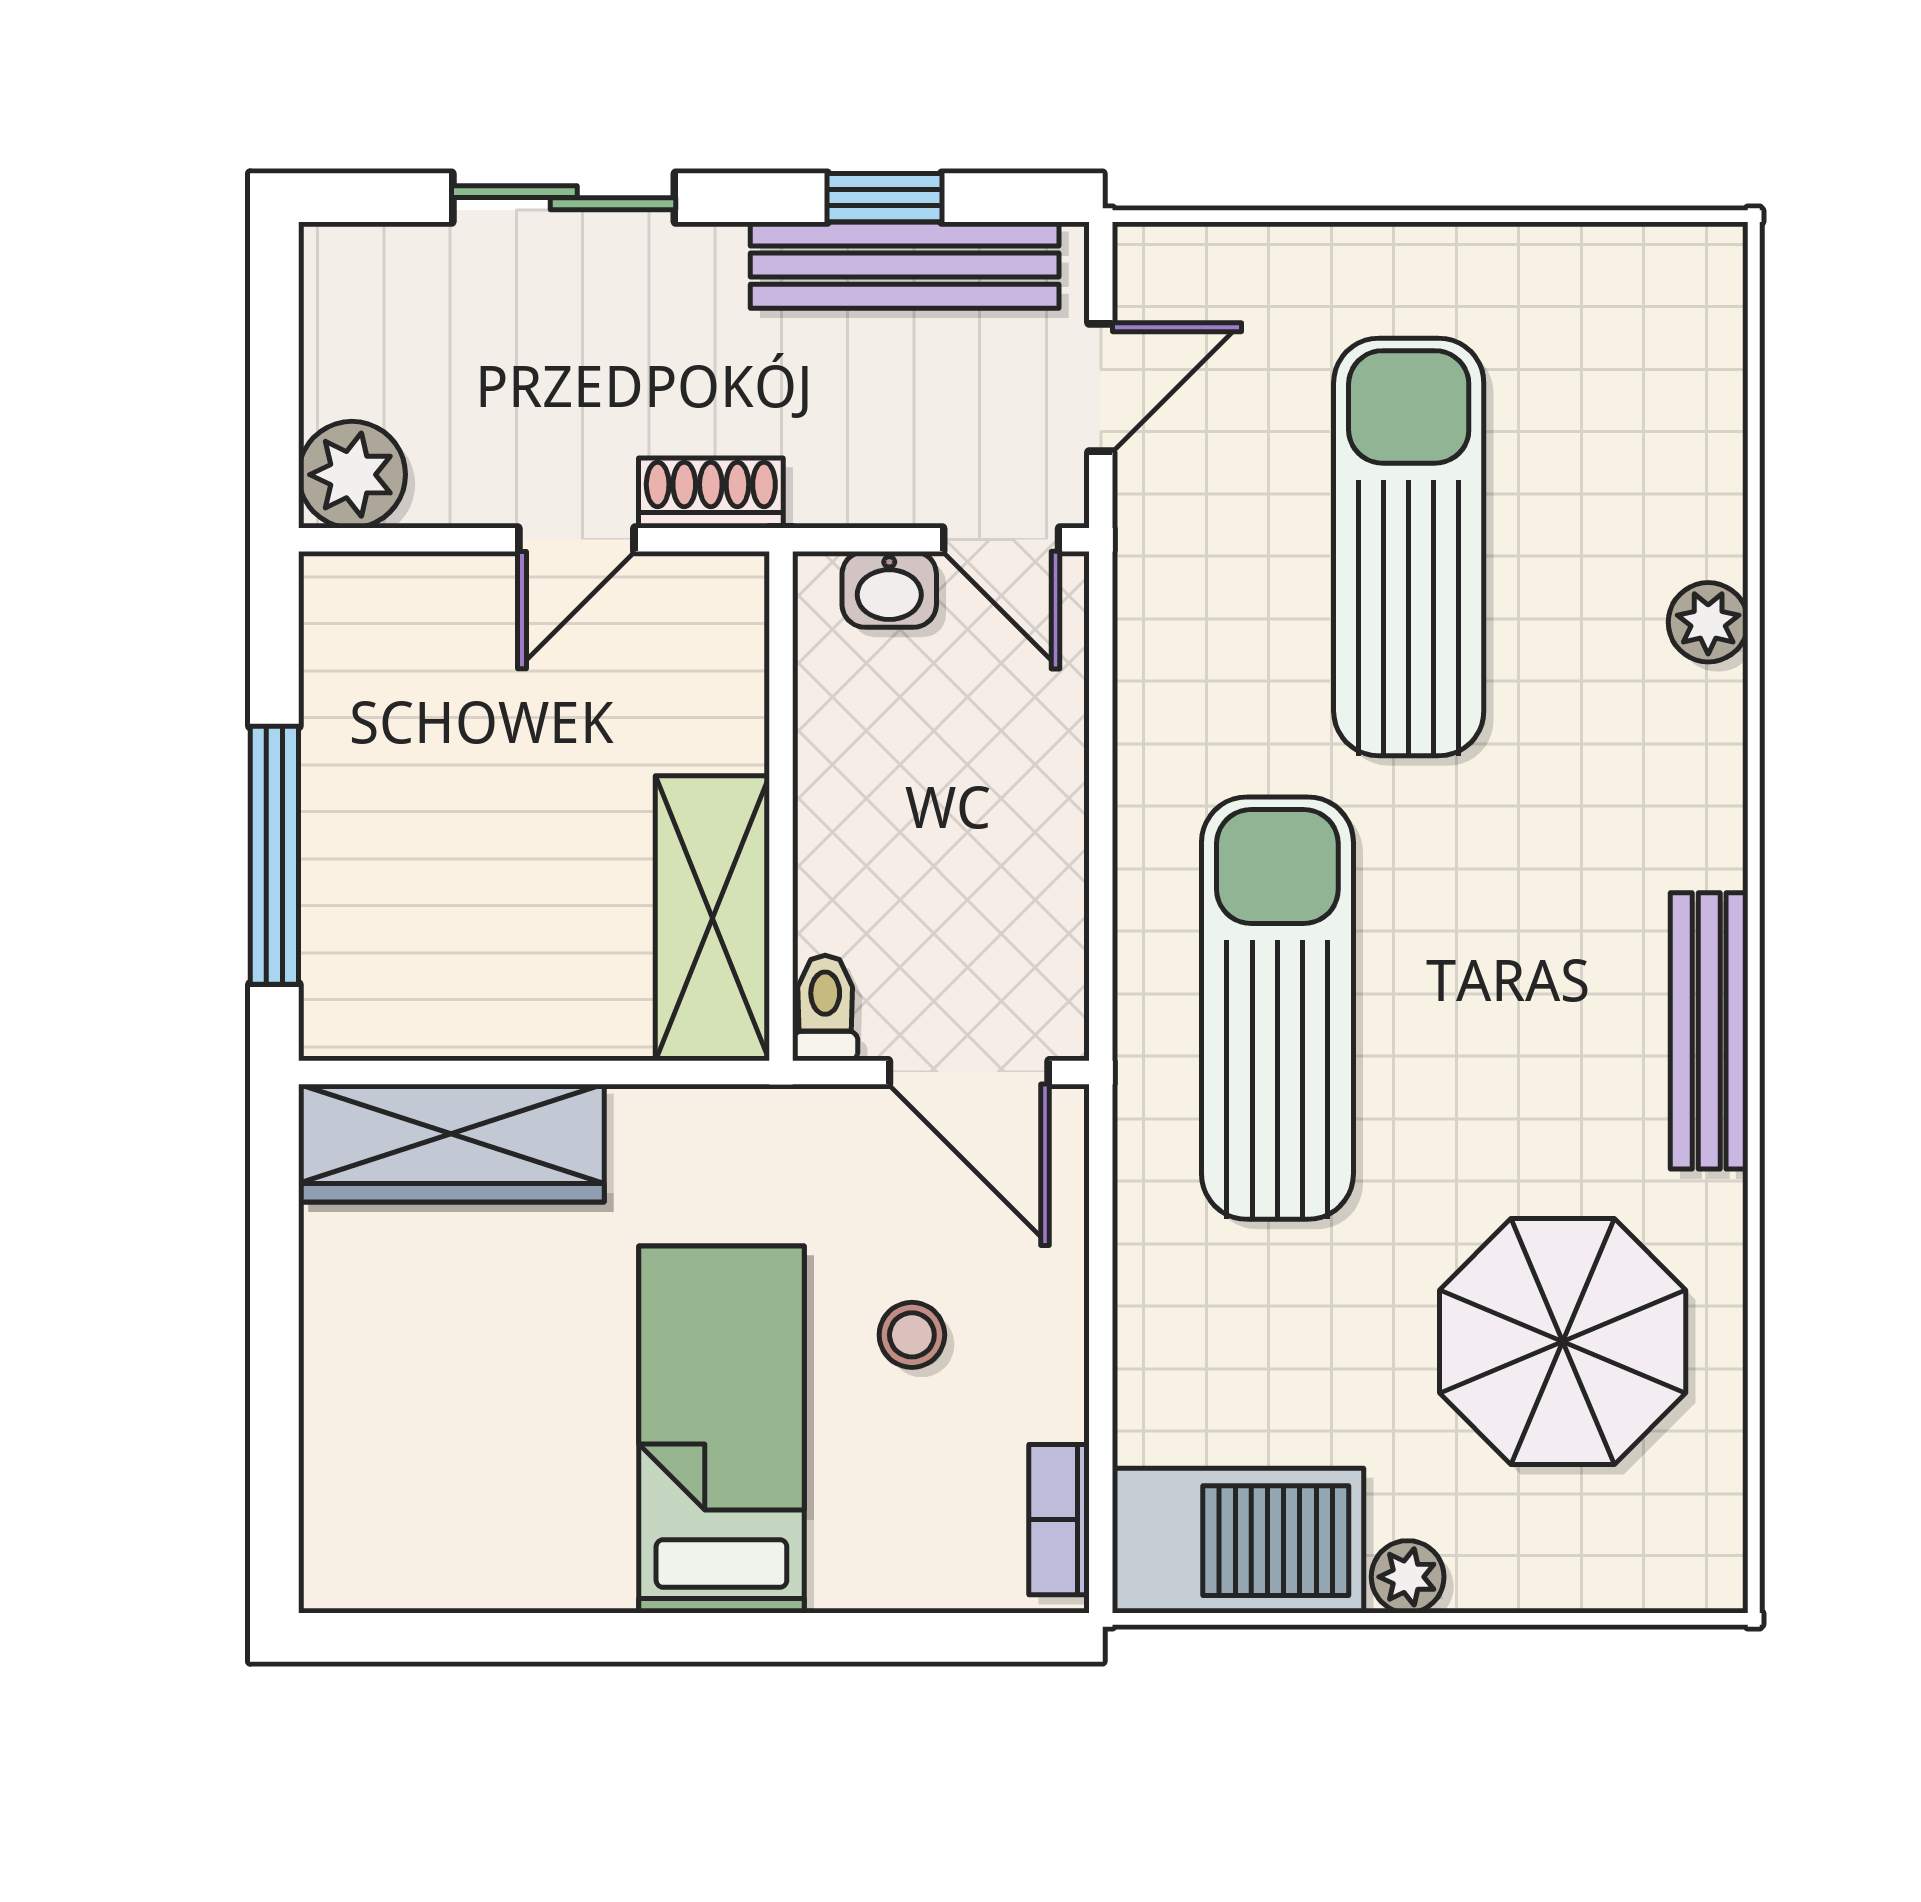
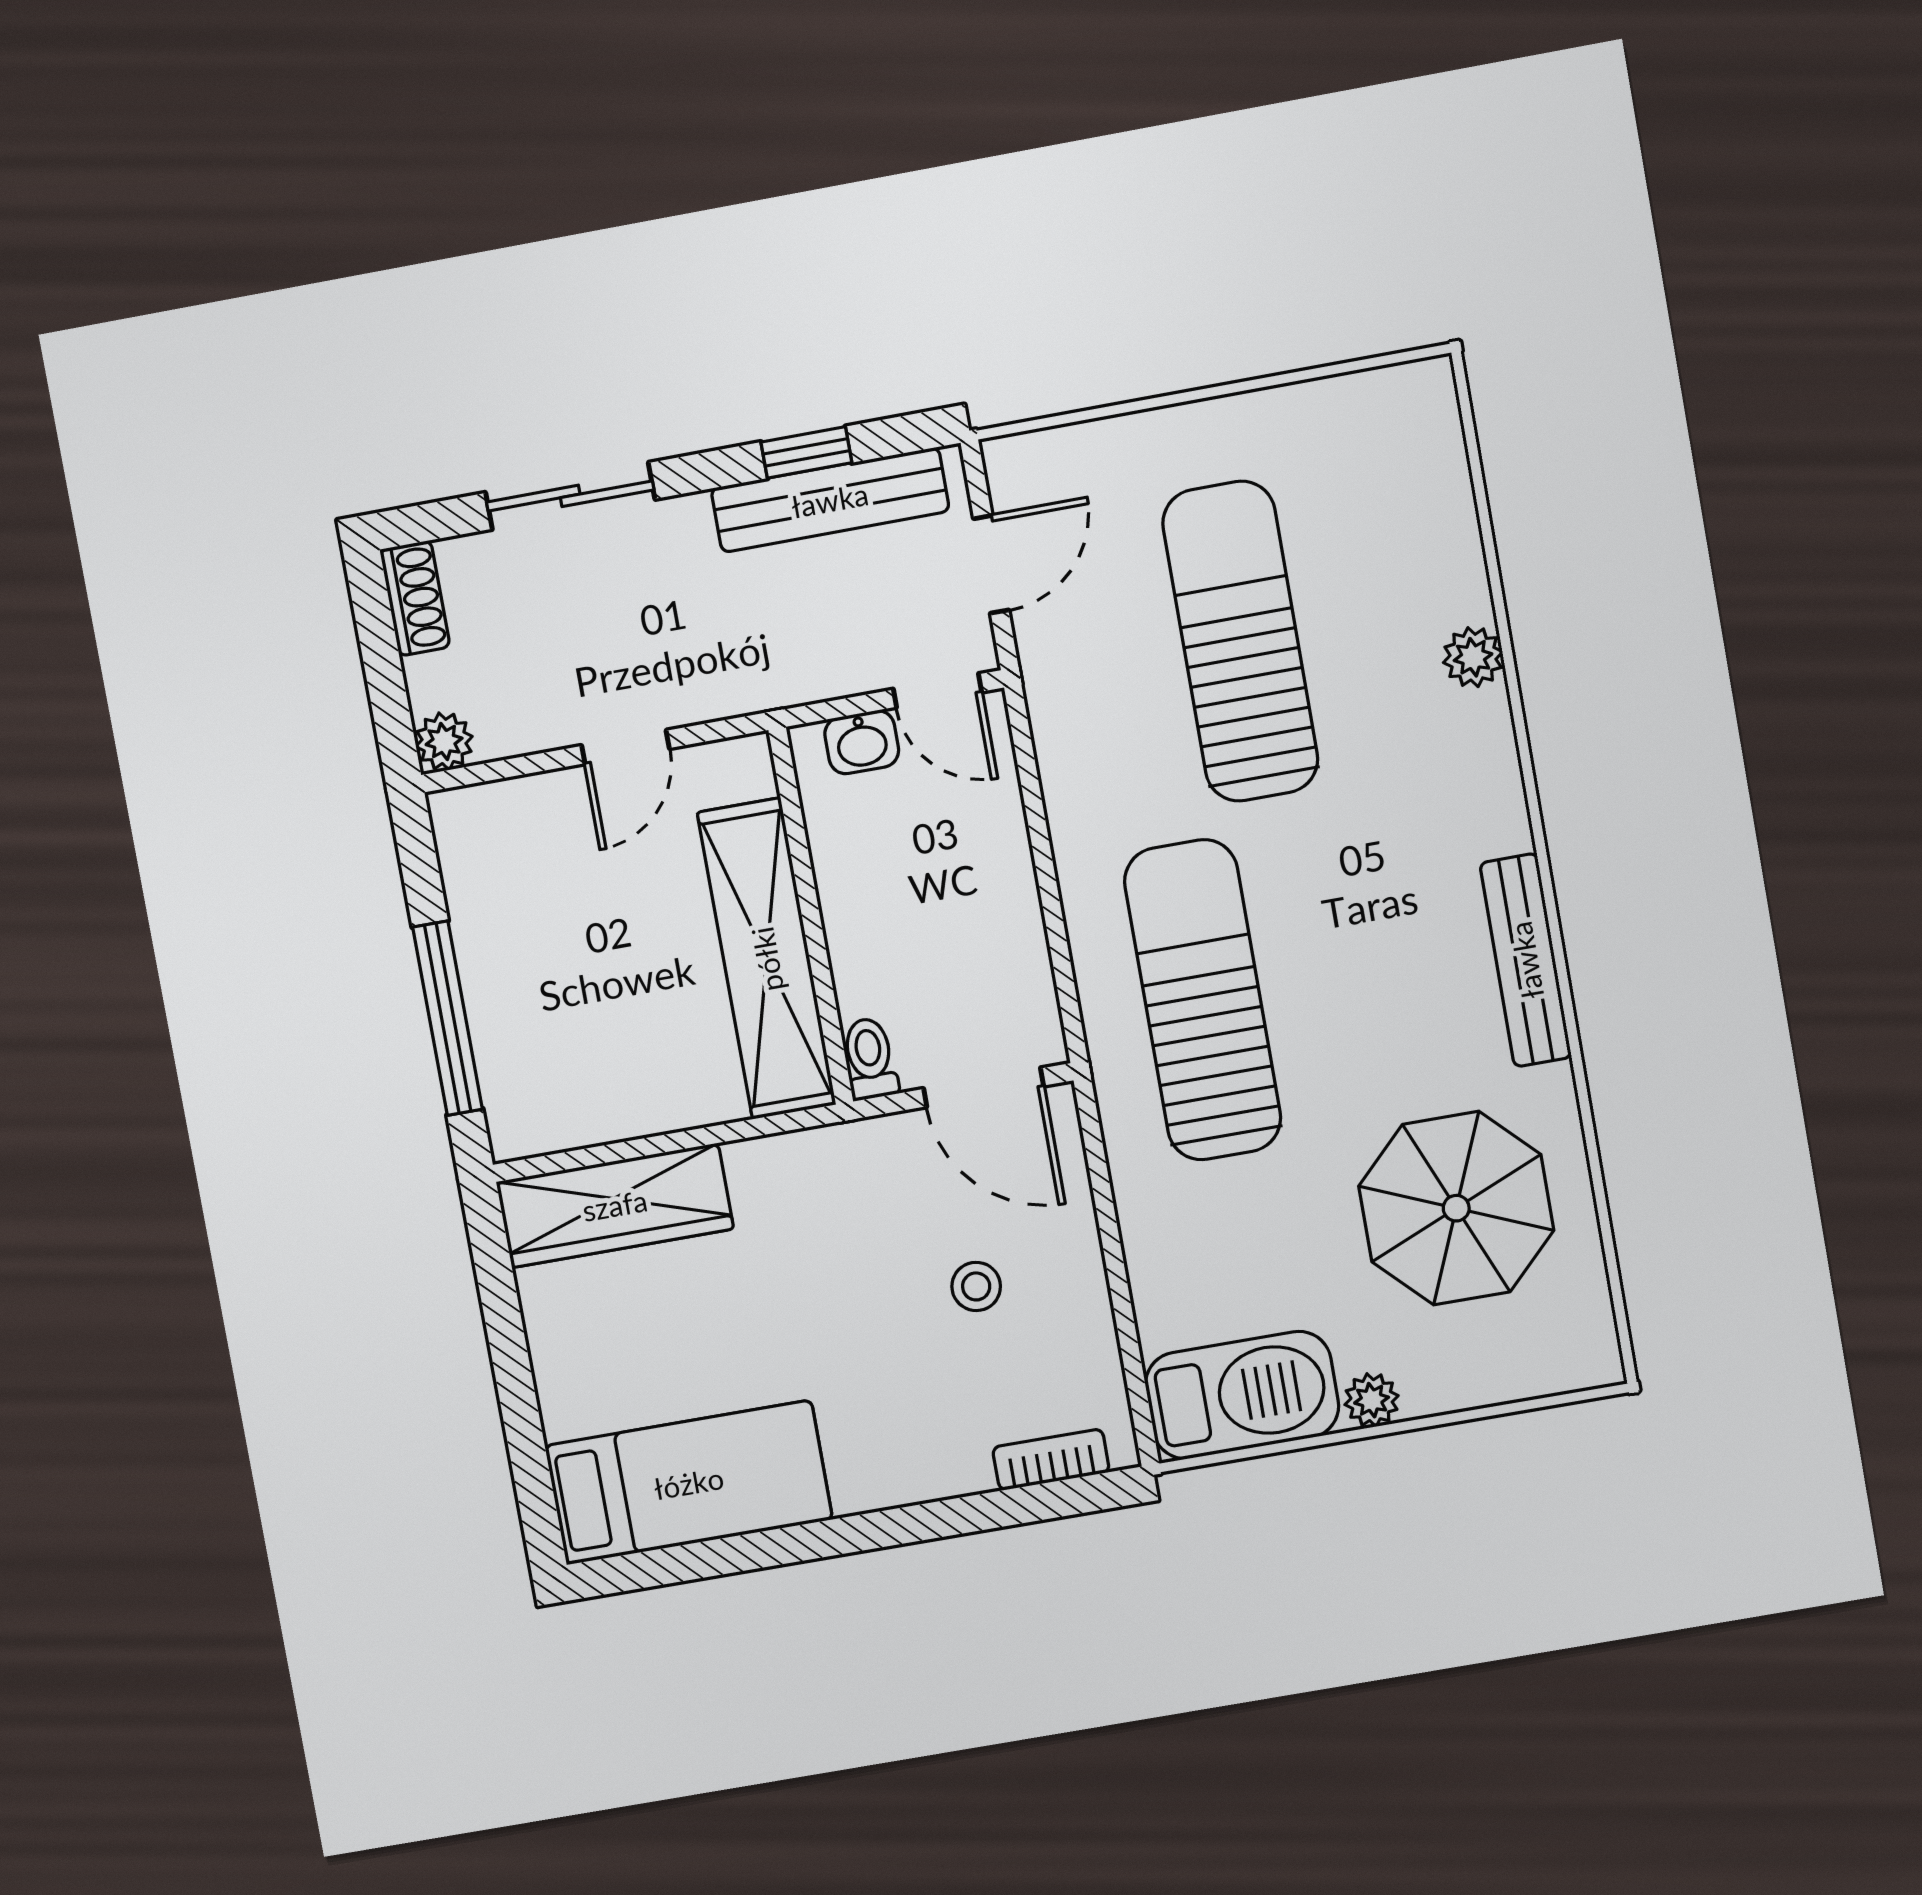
plant: (352, 475) -> (444, 741), width x0.73, depth x0.73
shoe rack: (711, 493) -> (415, 598), moved, turned 90
shelving: (712, 918) -> (767, 959), width x1.47
bed: (721, 1429) -> (689, 1483), moved, turned 90
bookcase: (1059, 1520) -> (1051, 1460), moved, turned 90

